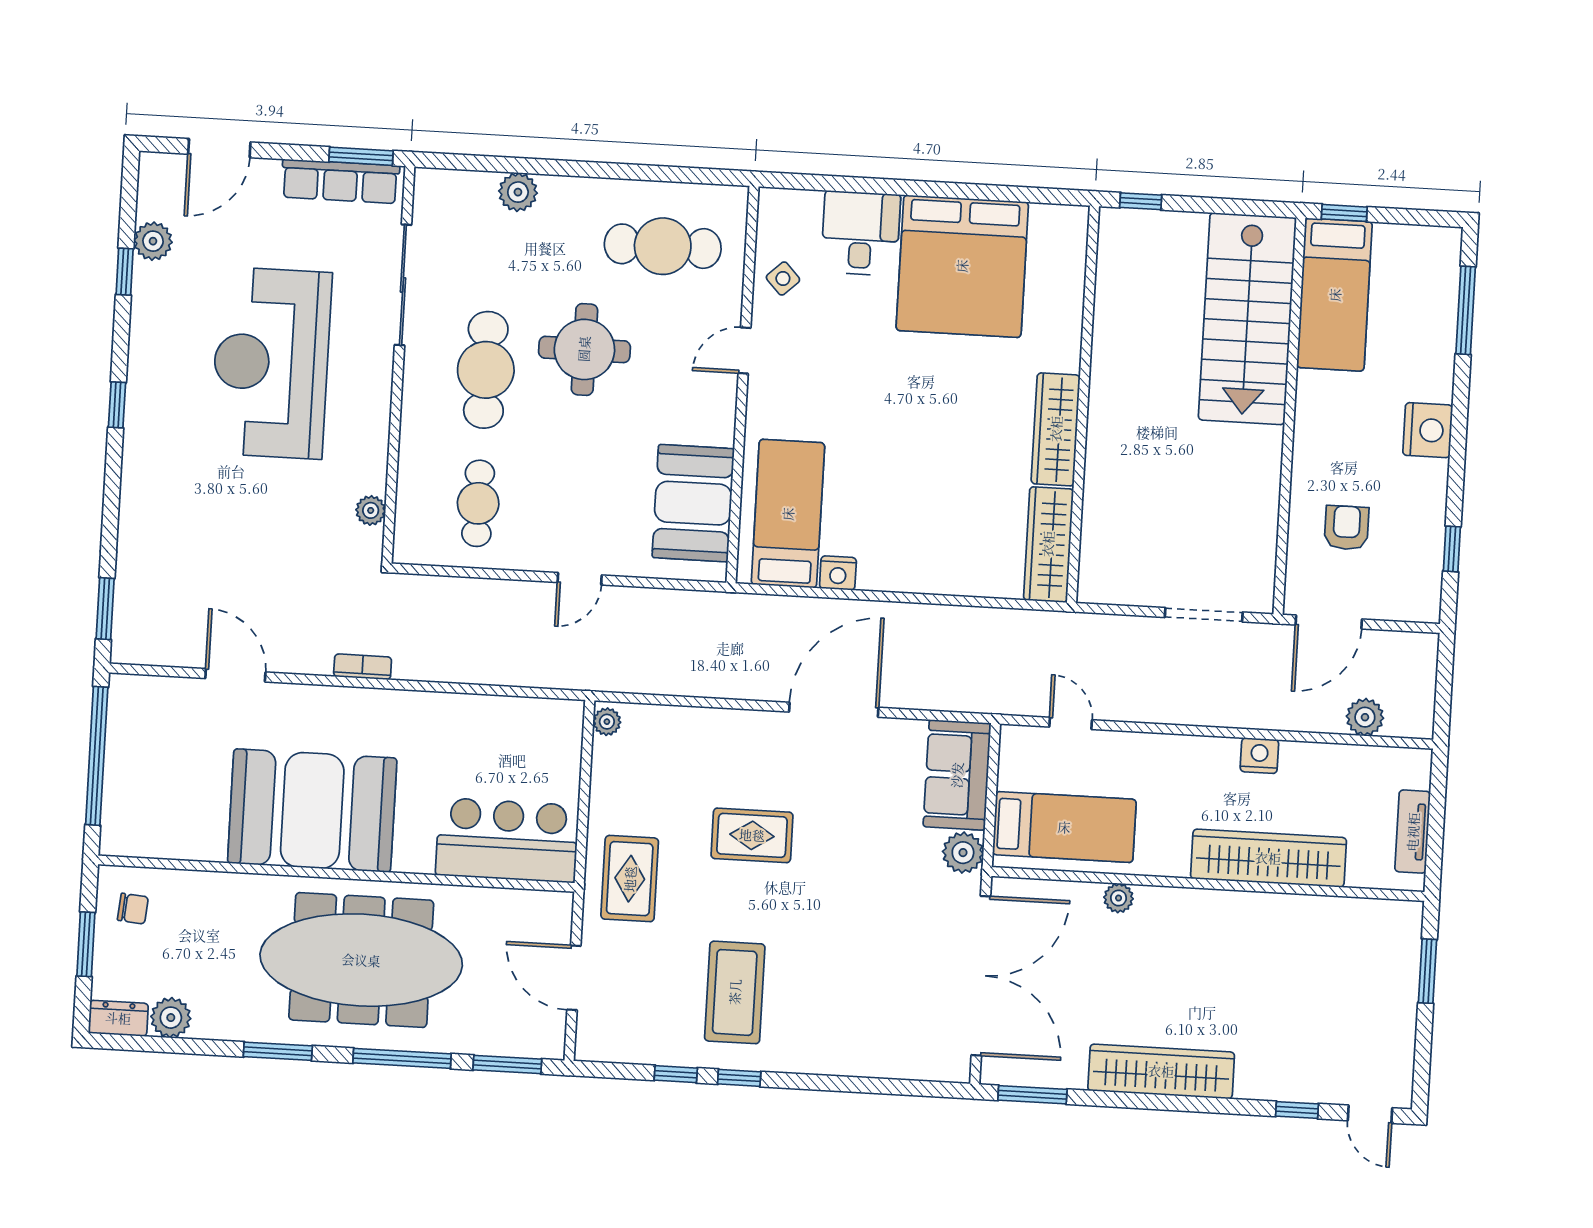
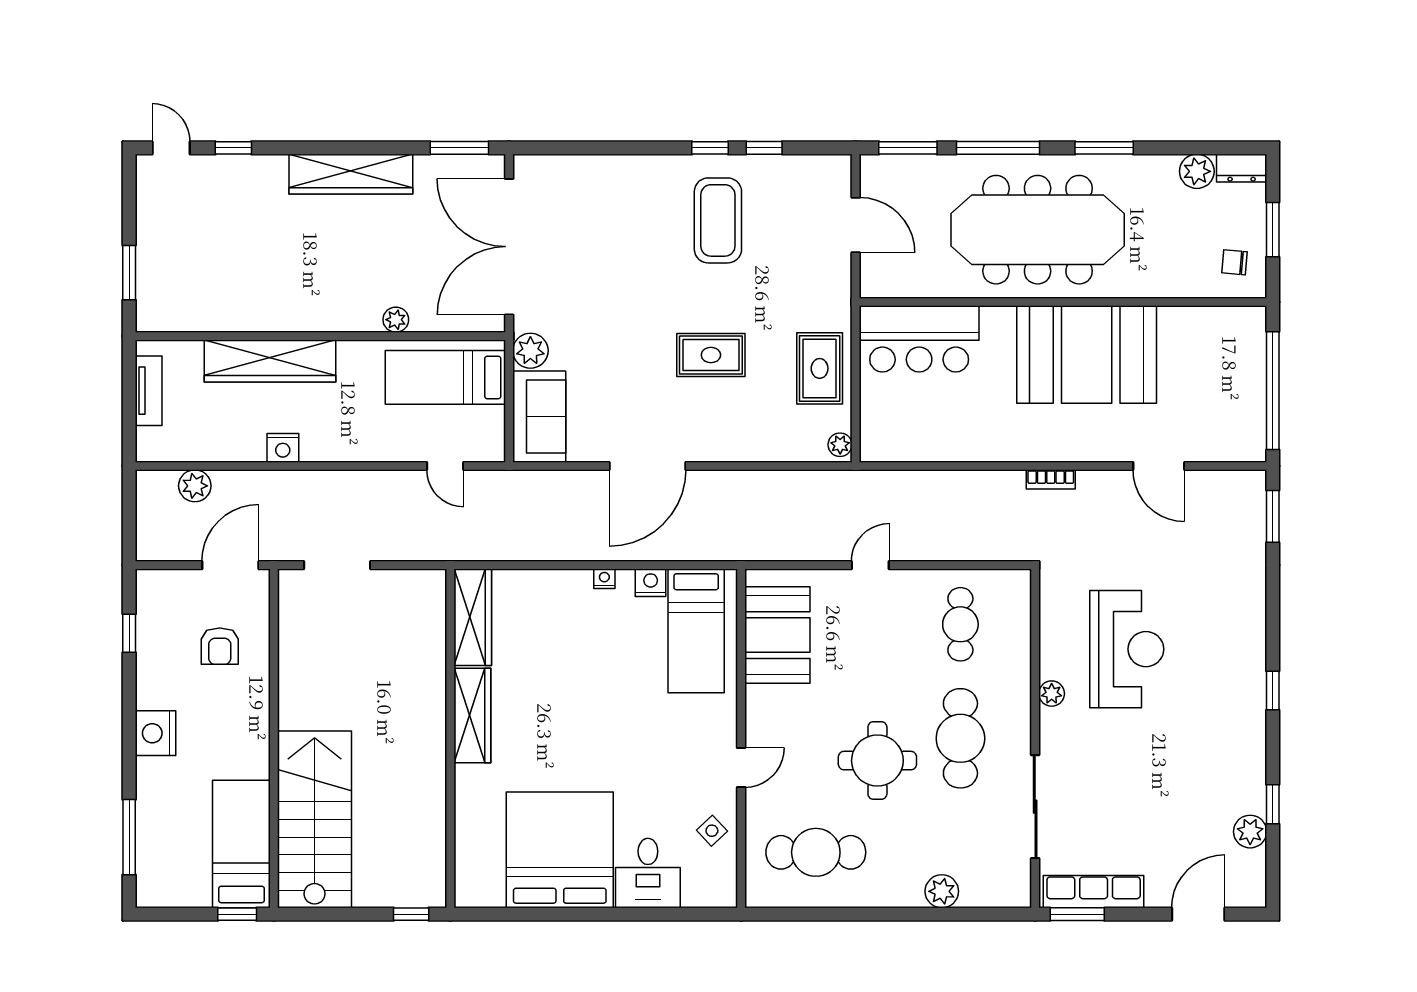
reception desk: (271, 363) -> (1127, 649), moved, width x0.74, depth x0.77
plant: (371, 510) -> (1052, 694), moved
nightstand: (892, 581) -> (604, 579), added
rug: (630, 879) -> (820, 368), moved

